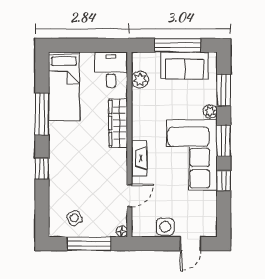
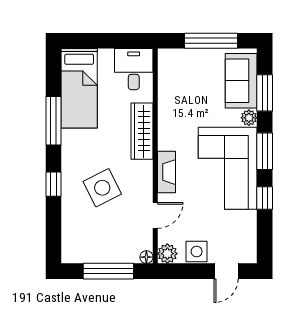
sofa: (184, 66) -> (241, 81), moved, turned 90
plant: (140, 80) -> (167, 254), moved
side table: (74, 218) -> (102, 188), moved, width x1.87, depth x1.87

